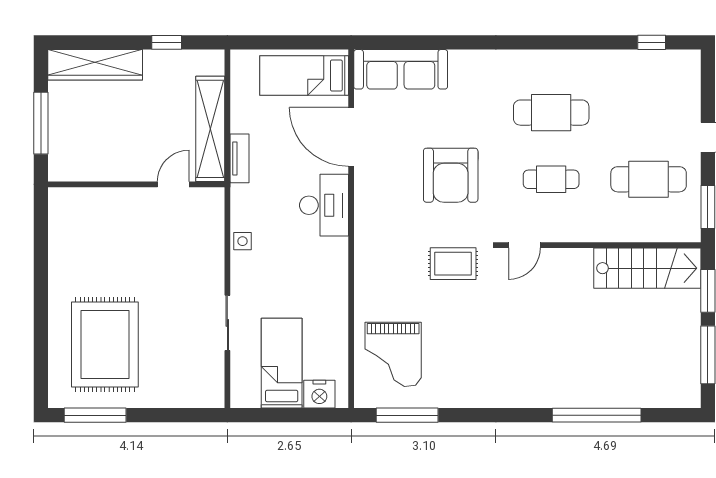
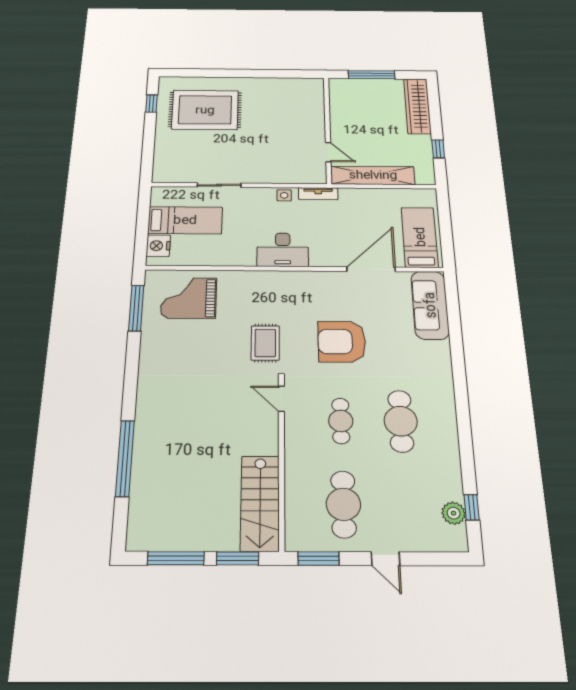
plant: (658, 62) -> (454, 513), added
tv unit: (239, 158) -> (318, 194), moved
desk: (324, 205) -> (283, 250), moved
window: (95, 415) -> (152, 104), width x0.46

